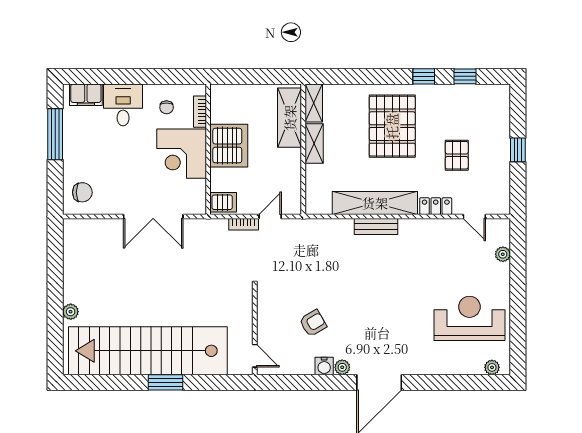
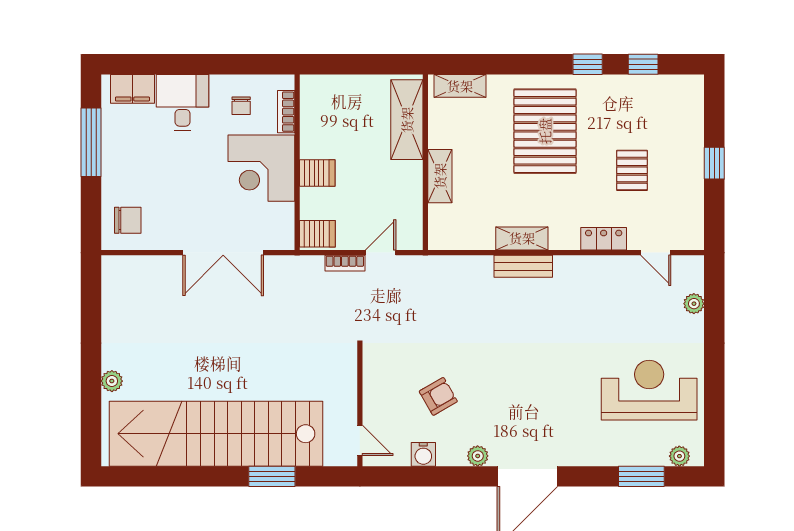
shelving: (314, 103) -> (460, 86), moved, turned 90
shelving: (314, 144) -> (440, 176), moved
server rack: (229, 146) -> (317, 173), width x0.46, depth x0.70
shelving: (375, 203) -> (522, 238), width x0.45, depth x0.75
water cooler: (324, 366) -> (423, 454), moved
window: (166, 382) -> (272, 476), moved
window: (464, 382) -> (641, 476), added

